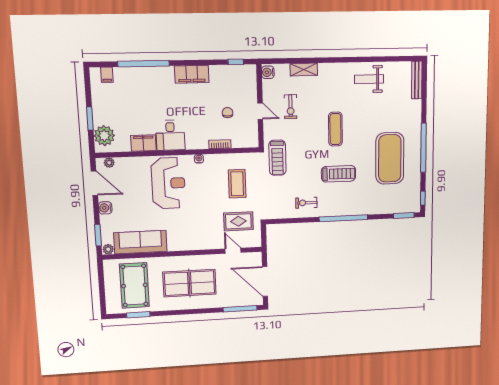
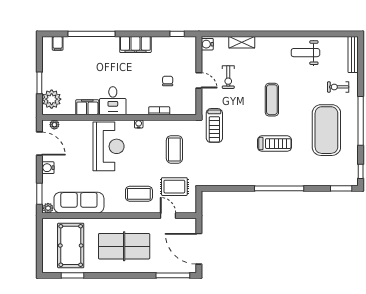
exercise bike: (306, 203) -> (338, 87), moved
coffee table: (202, 230) -> (139, 194), added

